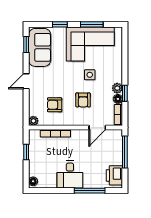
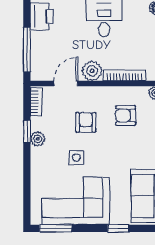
window: (92, 24) -> (56, 228), moved
floor lamp: (118, 99) -> (37, 124), removed
armchair: (55, 105) -> (126, 116), turned 180
plant: (78, 137) -> (92, 71), added

